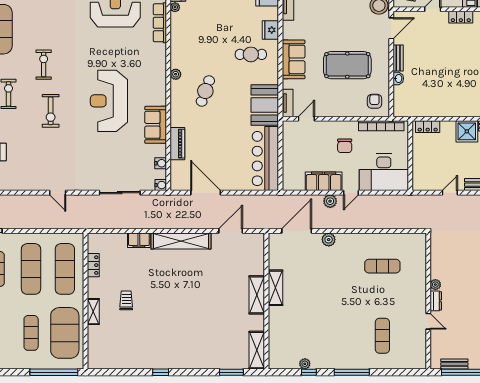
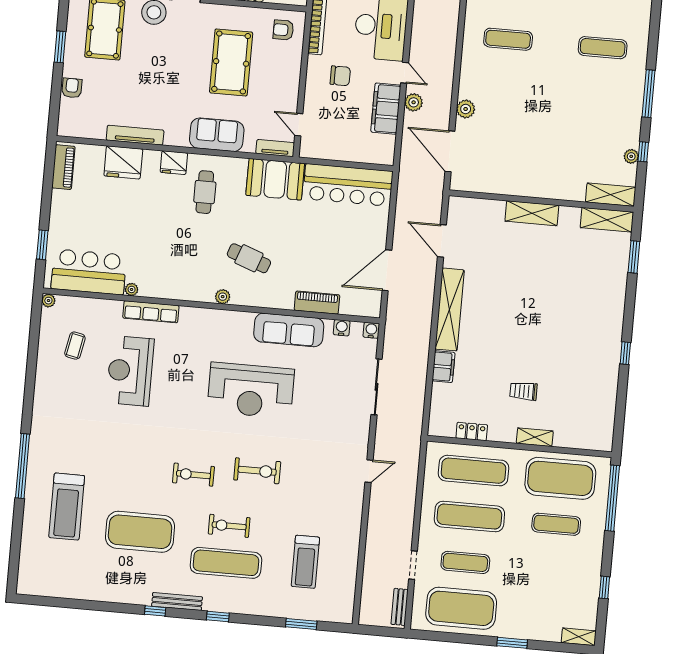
sofa: (156, 125) -> (289, 330), width x1.36
exercise mat: (382, 266) -> (508, 39), turned 90
shelving: (275, 288) -> (611, 195), moved

